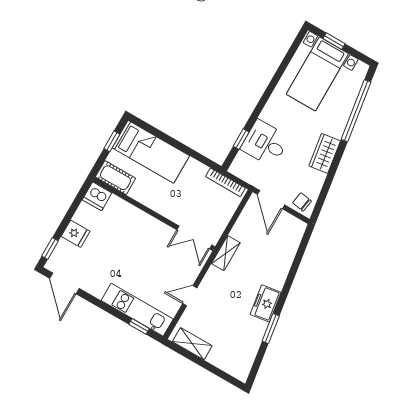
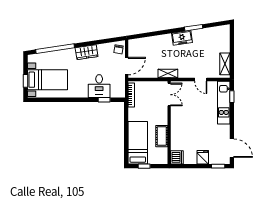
cot: (115, 178) -> (162, 136), moved
door: (64, 283) -> (232, 148), hinge flipped

